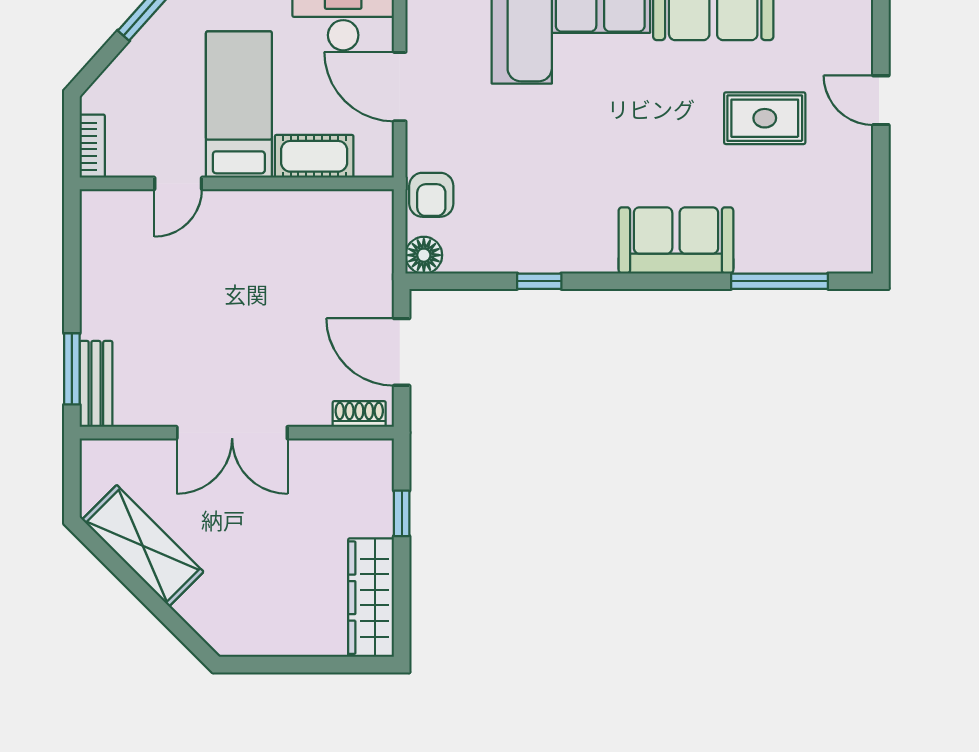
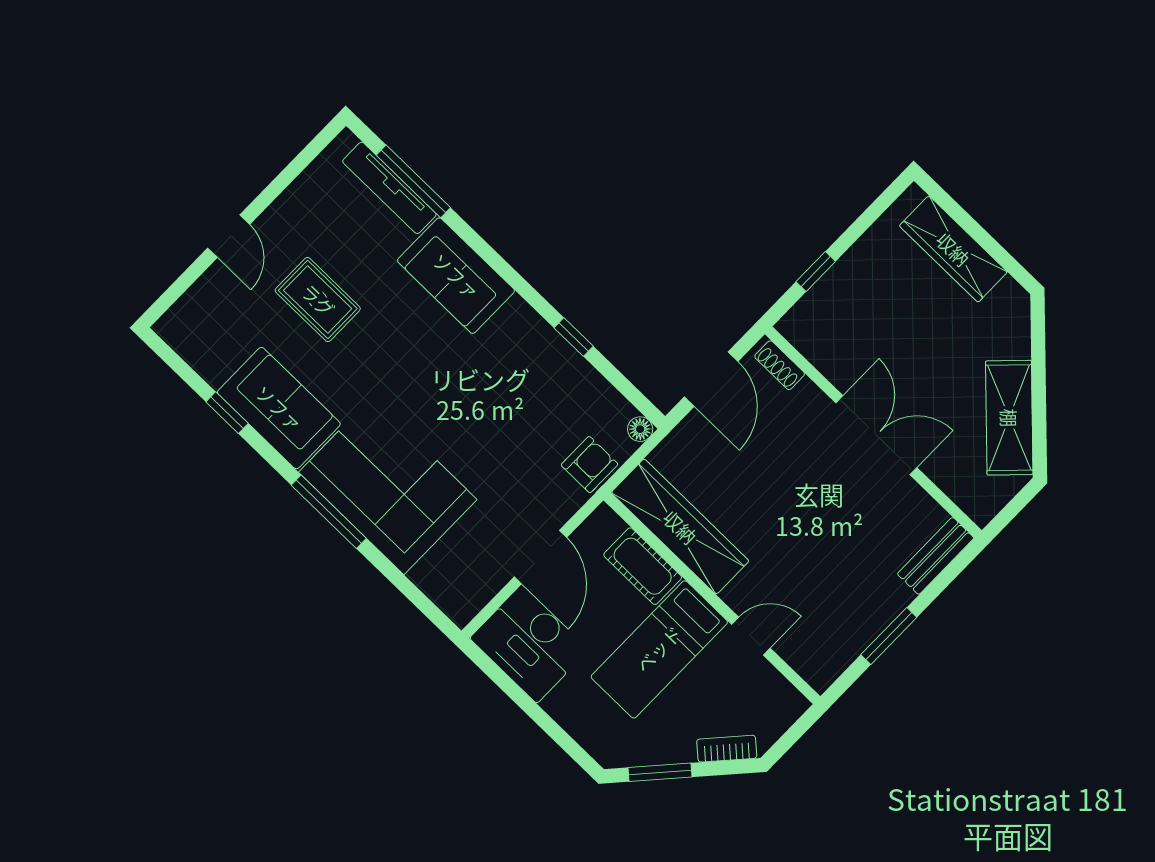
bookcase: (92, 146) -> (727, 749), moved, turned 42
wardrobe: (315, 215) -> (680, 527), added
floor lamp: (424, 255) -> (640, 429), width x0.73, depth x0.73
tv unit: (793, 258) -> (389, 188), added
window: (72, 369) -> (889, 636), moved
wardrobe: (371, 598) -> (953, 249), moved, turned 90

